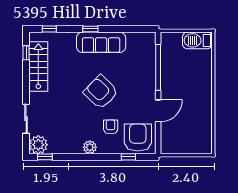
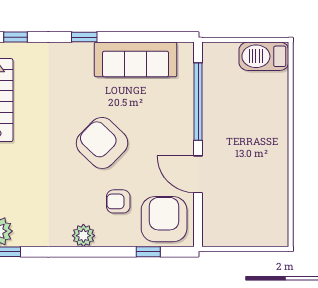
sofa: (101, 42) -> (136, 59), moved
door: (158, 111) -> (198, 174), swing flipped
armchair: (111, 127) -> (118, 201), turned -90

